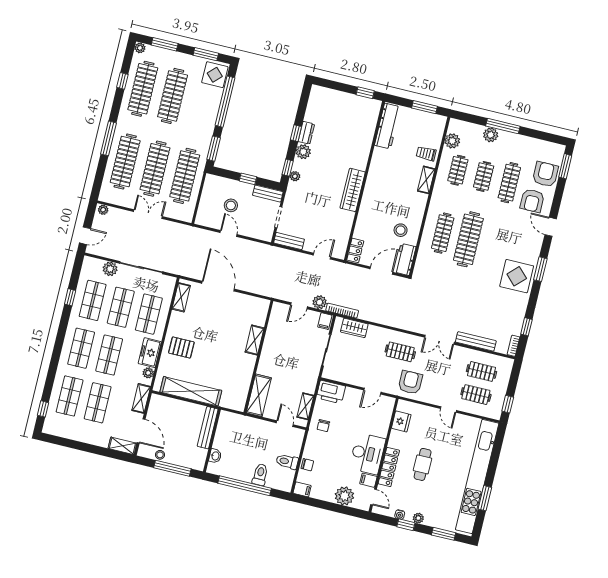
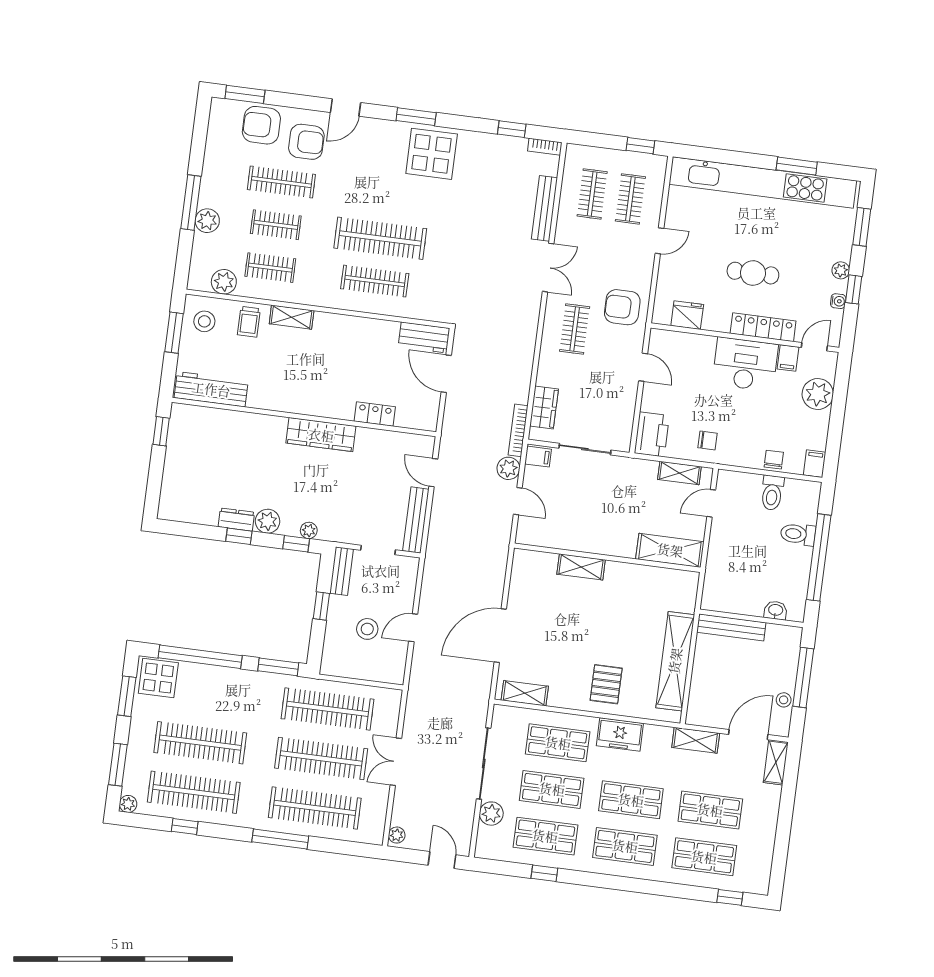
stool: (401, 230) -> (204, 321), moved
bench: (289, 241) -> (416, 520), width x1.36
locker: (355, 250) -> (375, 414), moved
plant: (148, 373) -> (653, 733), removed

